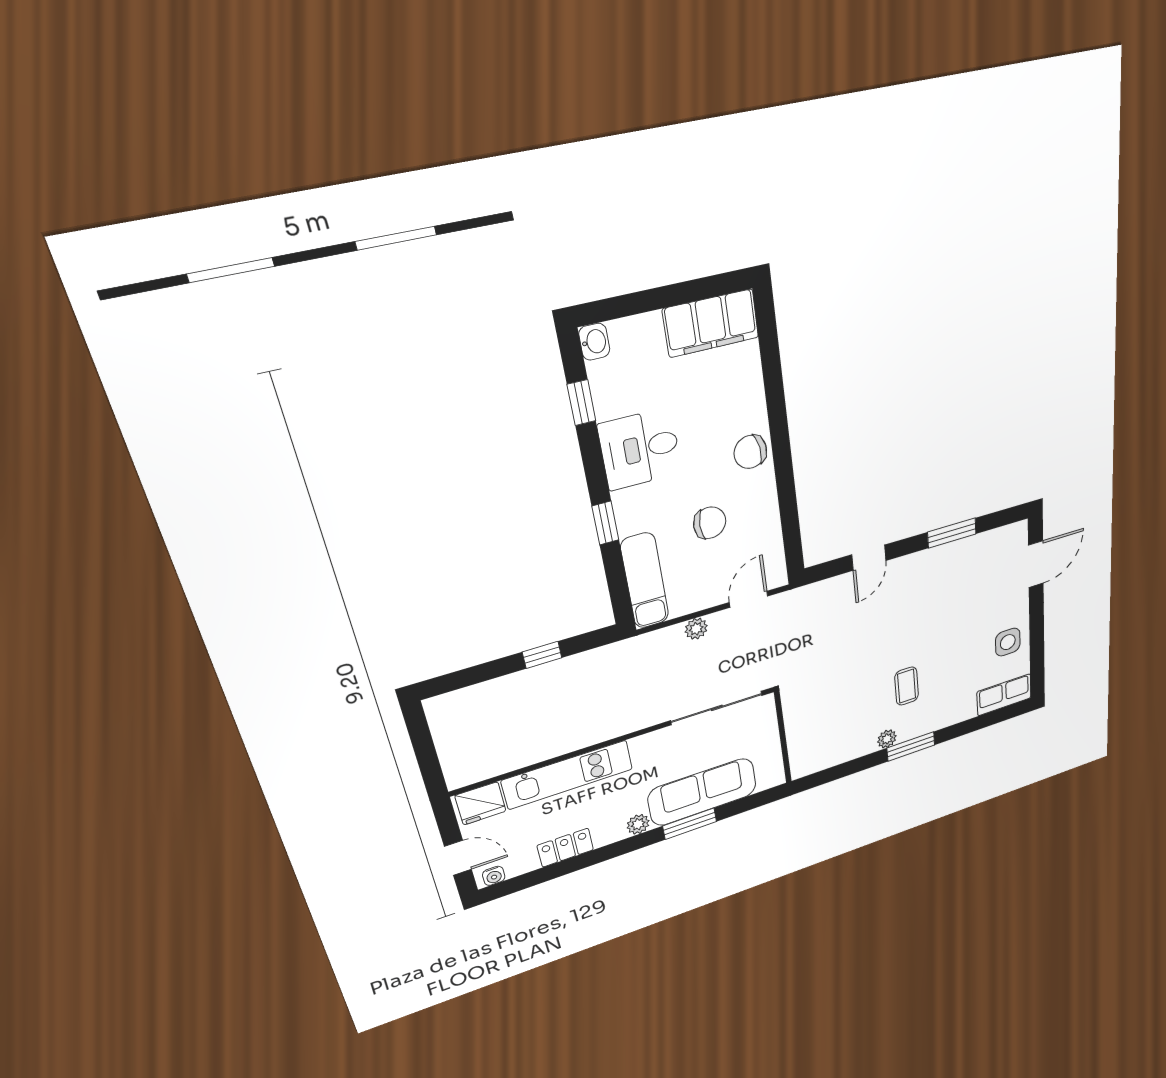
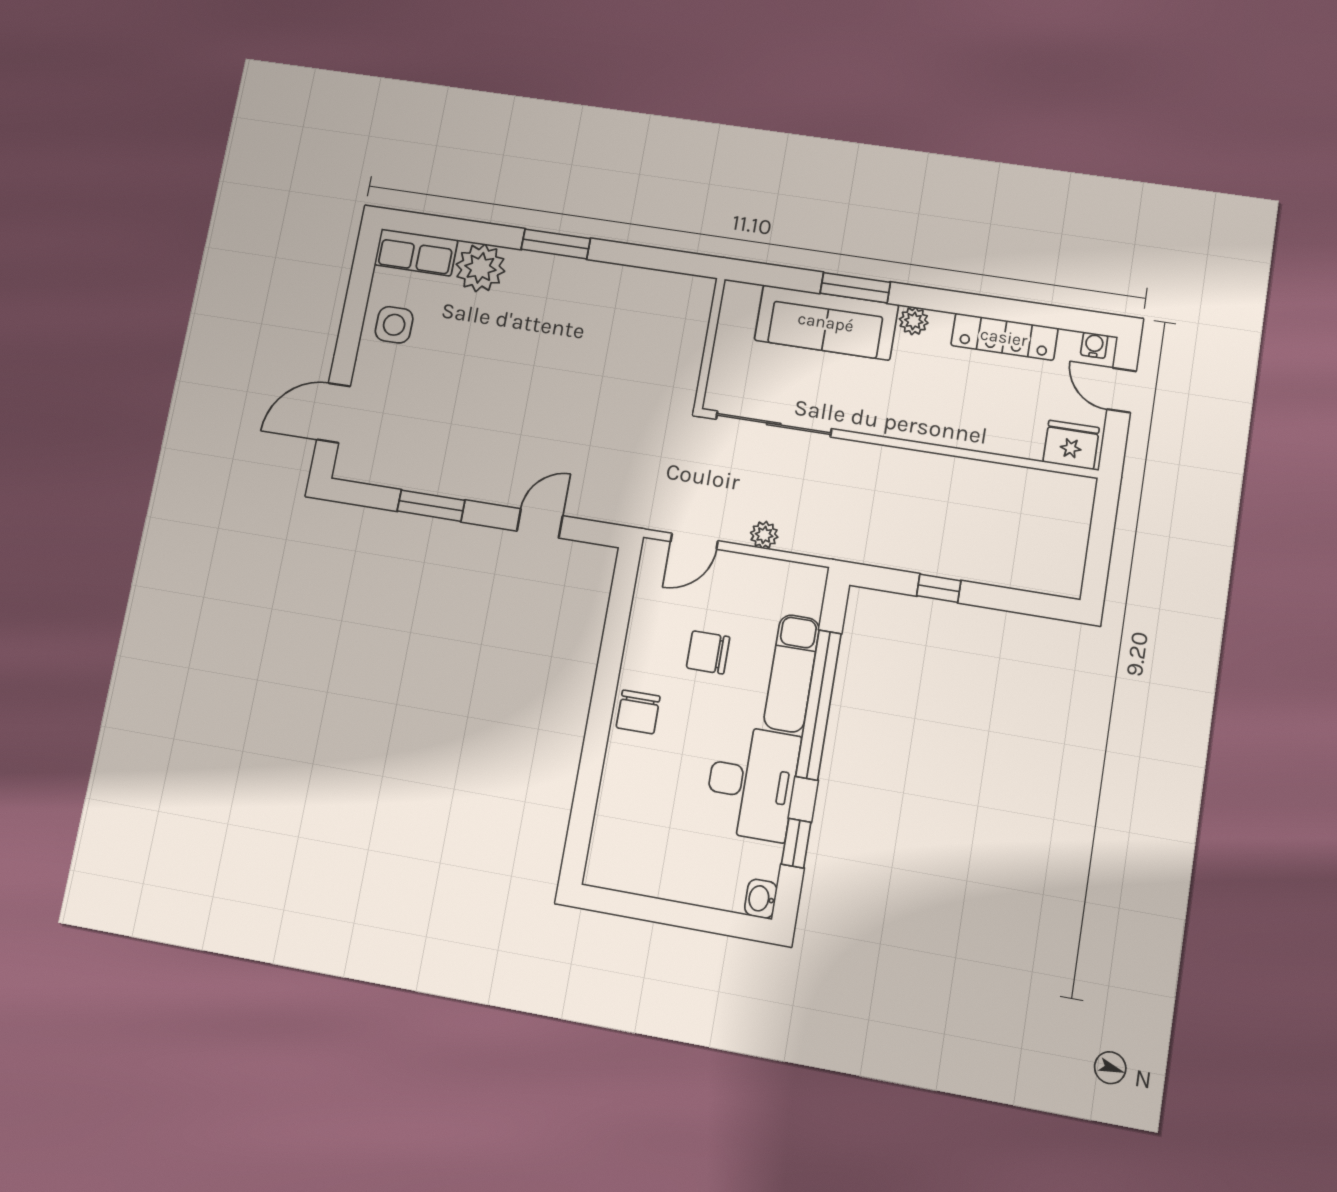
filing cabinet: (711, 323) -> (636, 867), removed
desk: (640, 449) -> (752, 783), width x1.37
chair: (750, 452) -> (638, 712), turned 99
window: (605, 523) -> (818, 705), width x3.17
exam couch: (645, 581) -> (792, 673), moved
coffee table: (907, 686) -> (539, 332), removed
plant: (887, 739) -> (480, 268), moved, width x1.88, depth x1.88
kitchen unit: (568, 775) -> (967, 429), removed
locker: (565, 848) -> (1004, 337), width x1.53

